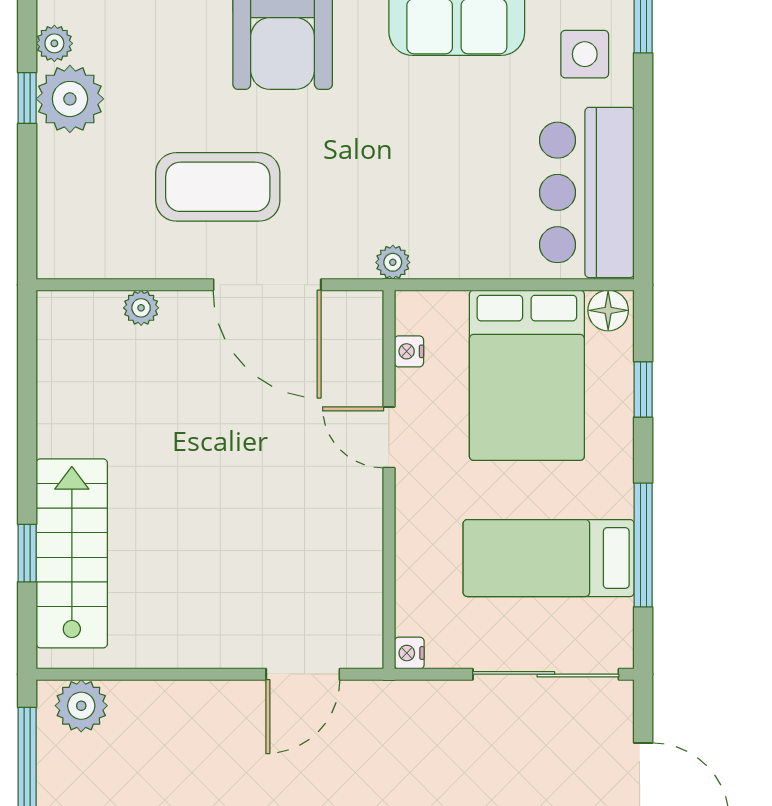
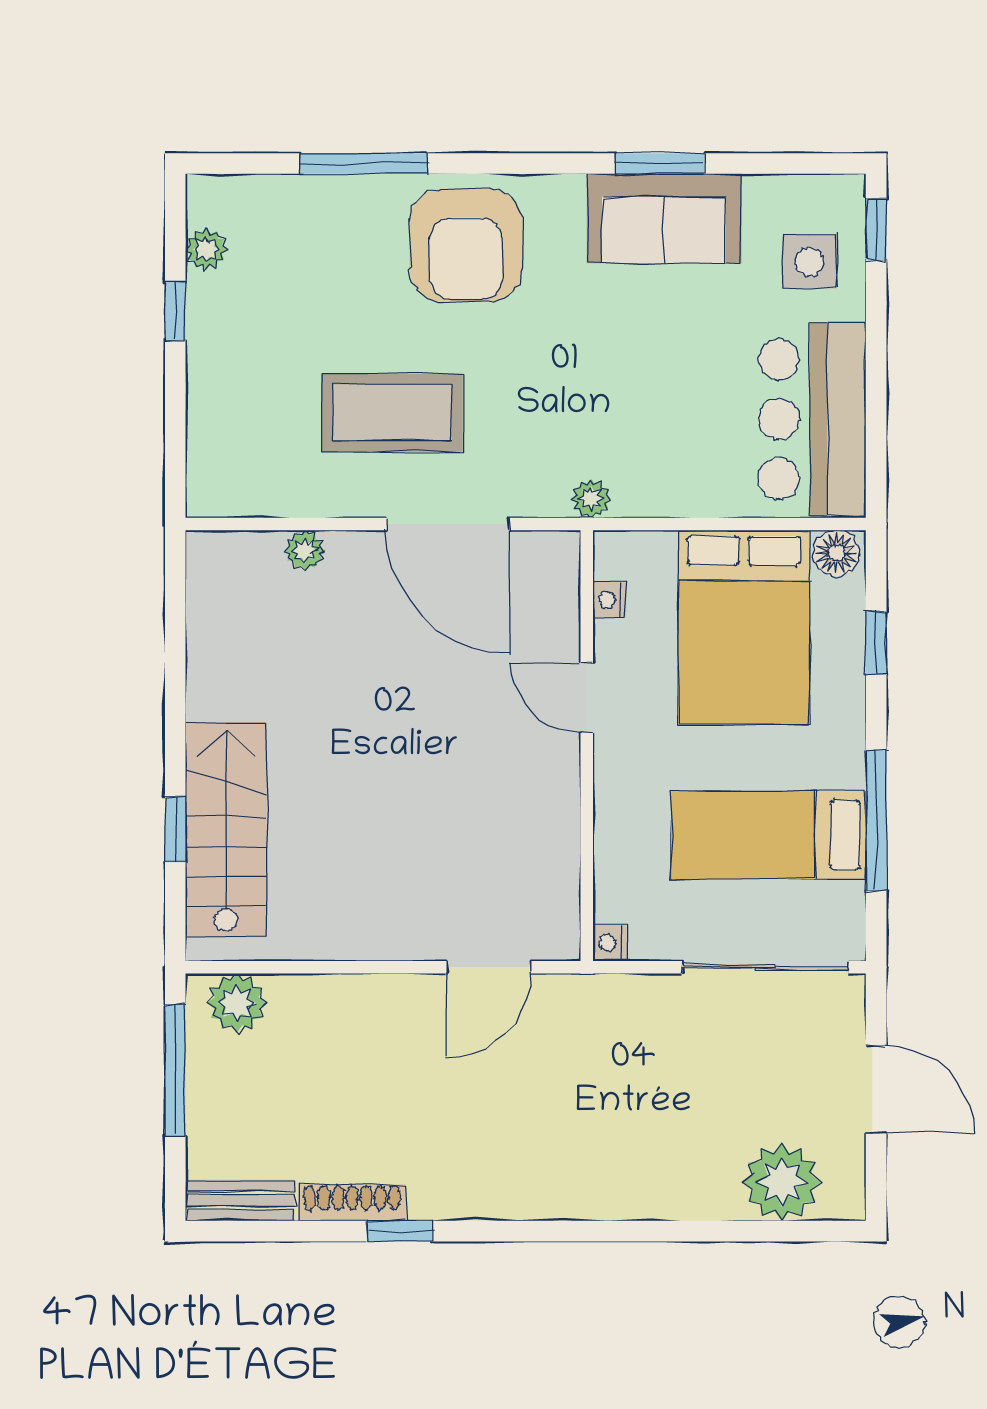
plant: (70, 99) -> (224, 313), removed

